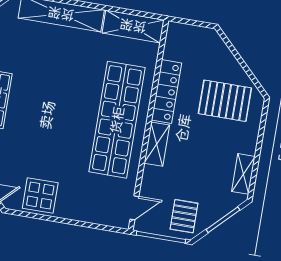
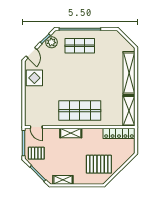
locker: (166, 92) -> (119, 133), moved
pallet: (225, 101) -> (99, 164), turned 90
shop shelf: (117, 120) -> (80, 111), width x0.71

